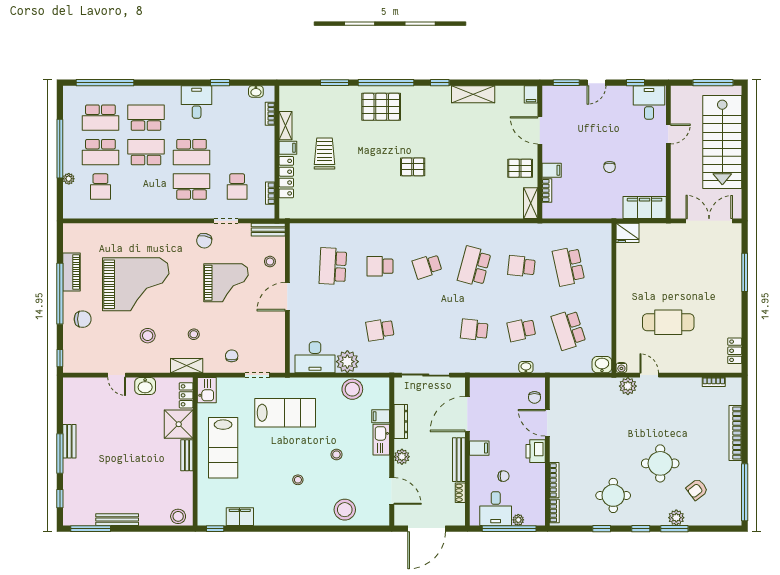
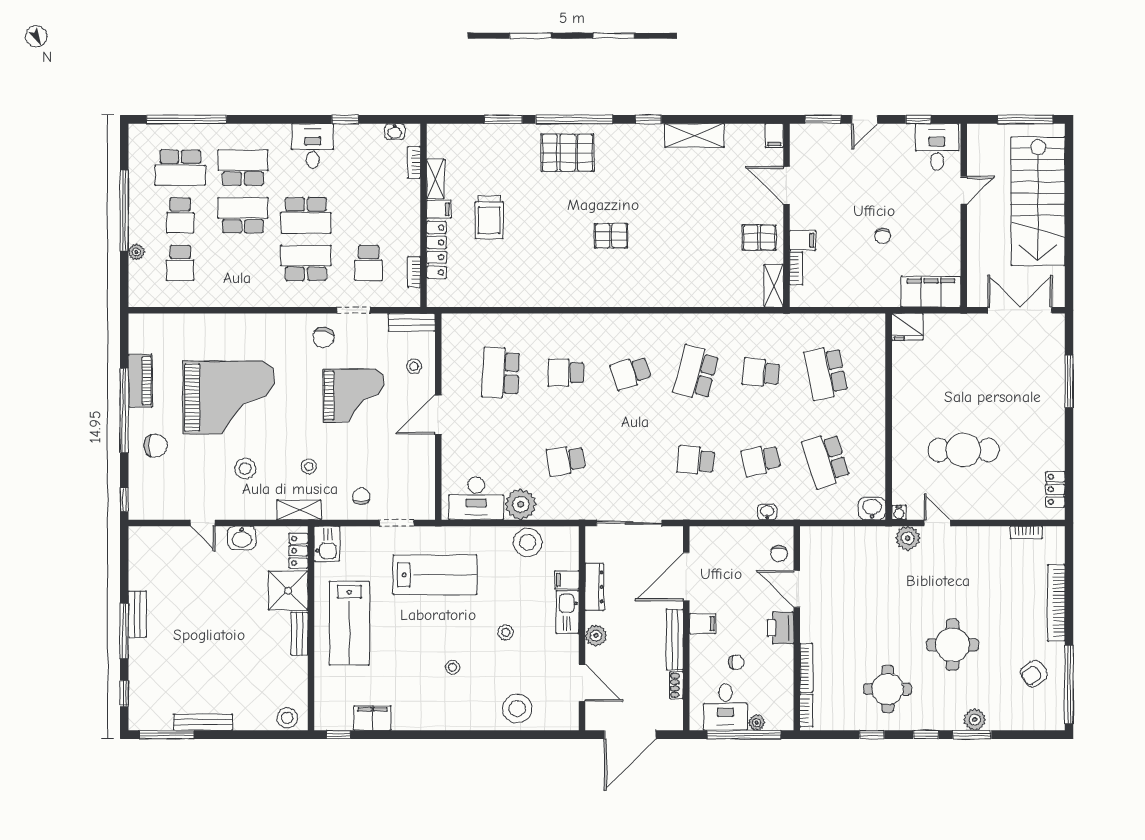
school desk: (100, 152) -> (180, 215), width x0.54
trolley: (324, 153) -> (489, 217), turned 180
armchair: (697, 489) -> (1034, 674), moved

